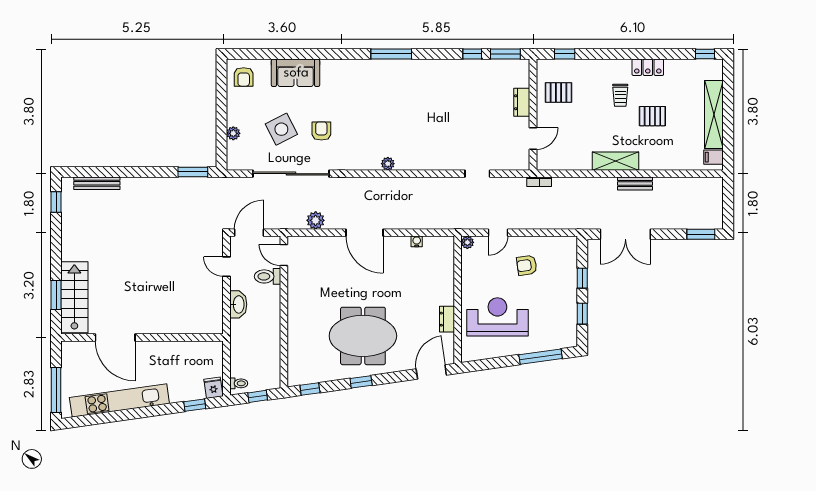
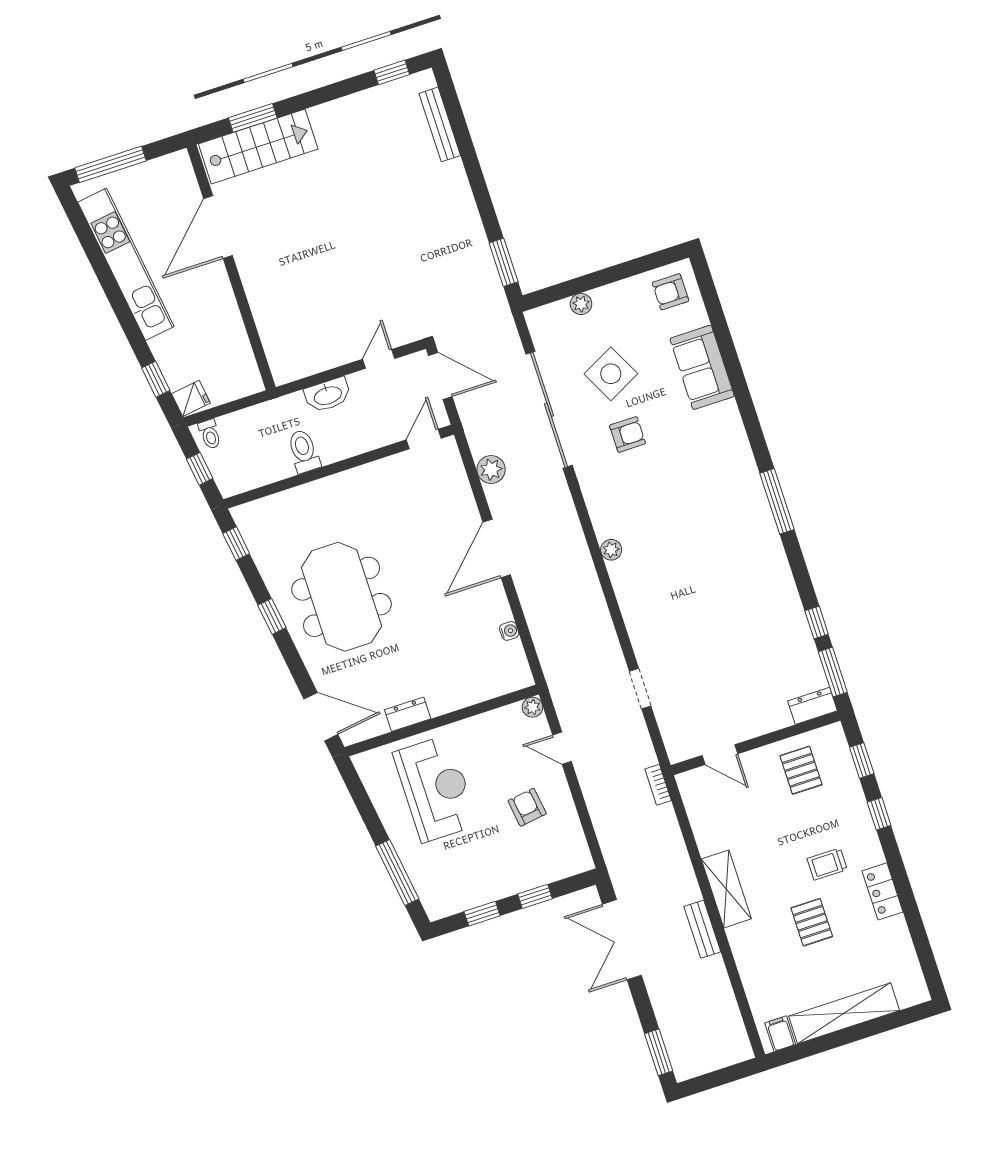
window: (705, 54) -> (879, 814), moved
dresser: (522, 102) -> (812, 706), moved
toilet: (268, 276) -> (304, 451), moved

